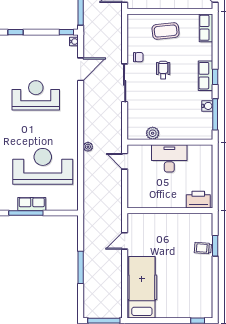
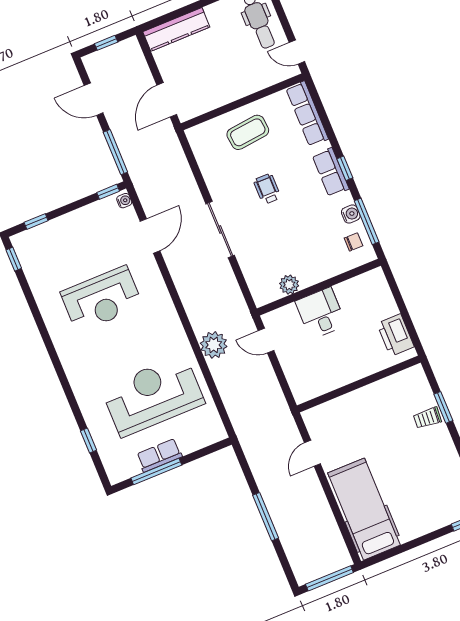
row of seats: (206, 28) -> (307, 114), width x1.48
chair: (138, 57) -> (354, 242), moved
reception desk: (36, 95) -> (102, 299), turned 180
plant: (88, 147) -> (214, 345), width x1.88, depth x1.88
desk: (169, 158) -> (321, 313), width x0.73
printer: (198, 200) -> (395, 335), moved, turned -90

